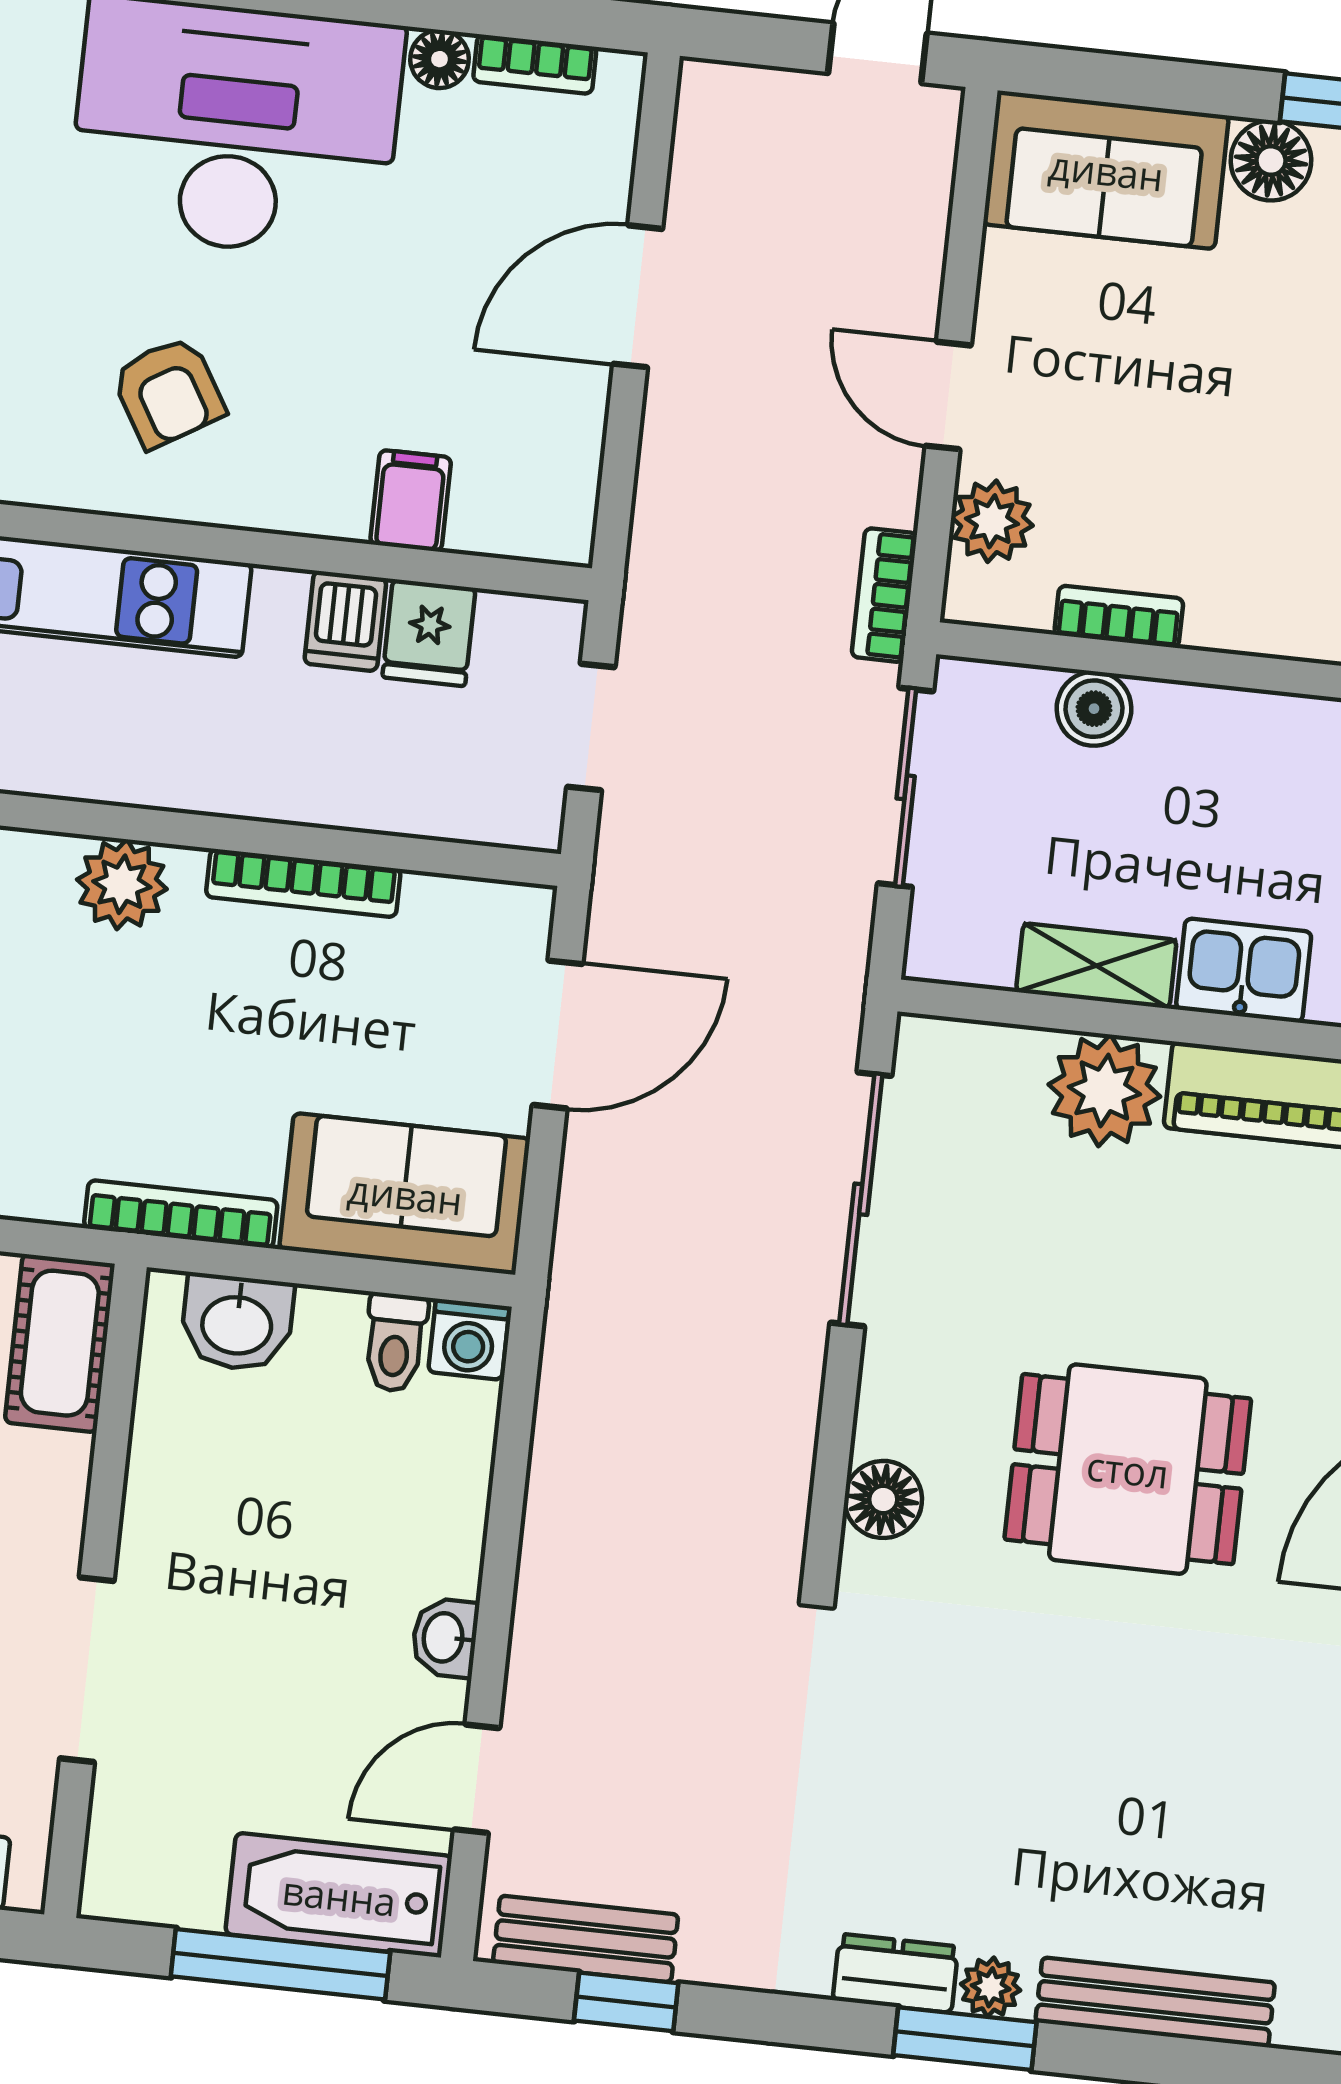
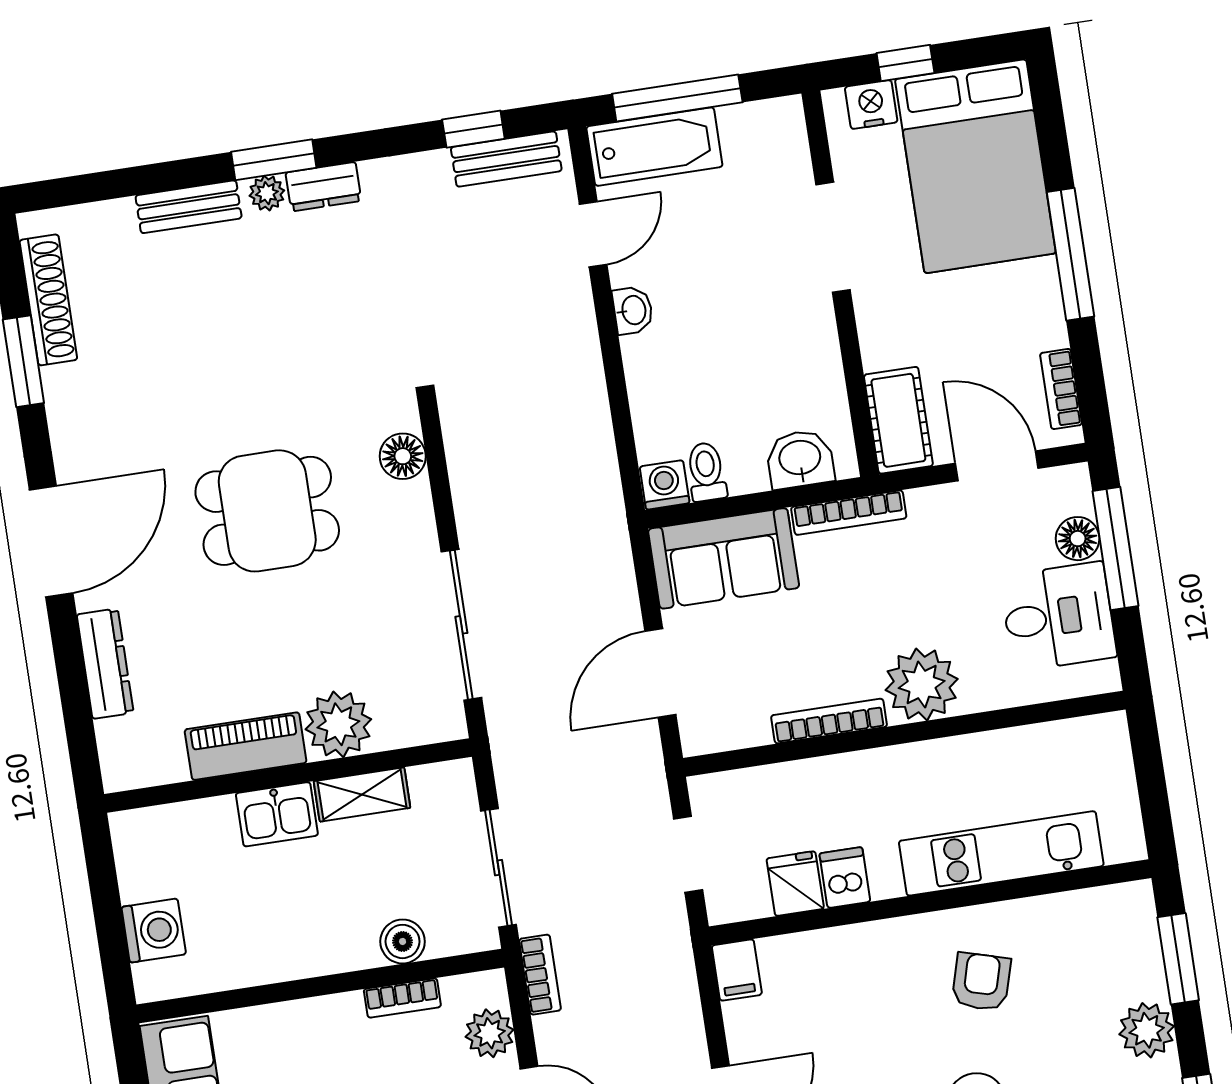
armchair: (168, 392) -> (981, 982), turned 47
filing cabinet: (411, 501) -> (737, 970), moved
plant: (122, 884) -> (922, 684), width x1.36, depth x1.36
bench: (1155, 2002) -> (189, 207), width x0.73

